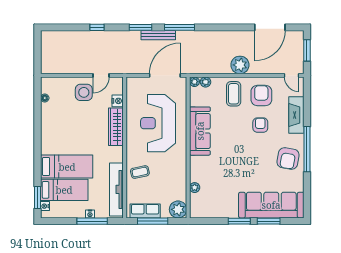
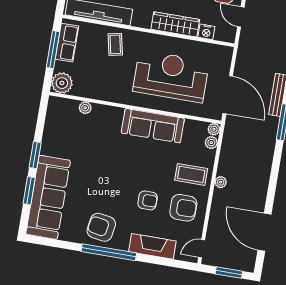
plant: (240, 65) -> (221, 182), width x0.53, depth x0.53

